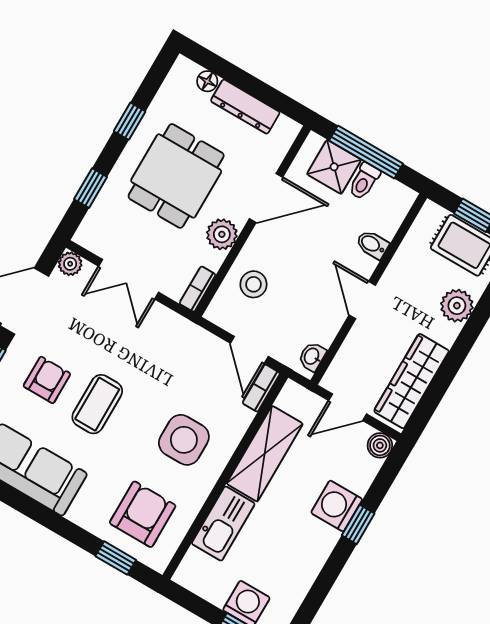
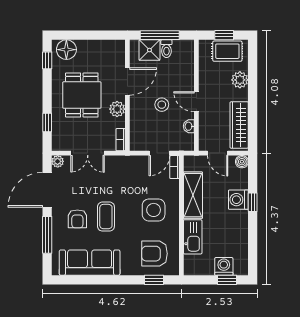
floor lamp: (207, 81) -> (66, 50), width x1.89, depth x1.89
dresser: (245, 107) -> (94, 46), removed
window: (130, 121) -> (47, 60), moved
bidet: (372, 245) -> (186, 75), removed
stool: (253, 284) -> (162, 105), moved
door: (249, 350) -> (159, 153), hinge flipped
washbasin: (312, 357) -> (189, 126), moved
armchair: (47, 380) -> (77, 219), turned 180
door: (348, 407) -> (218, 153), hinge flipped
armchair: (143, 514) -> (155, 254), turned -90

